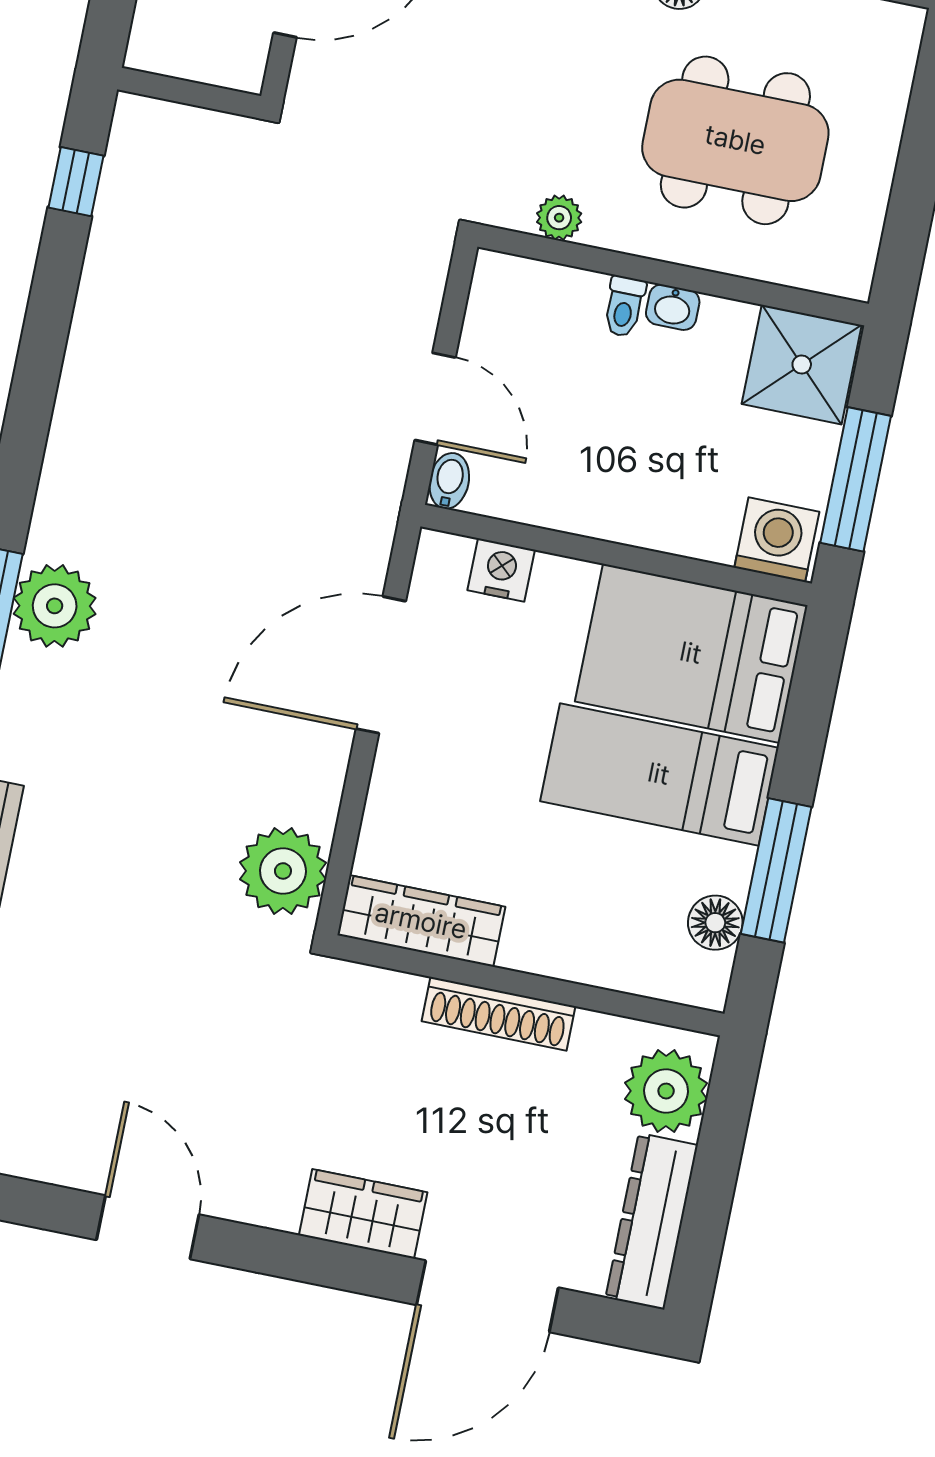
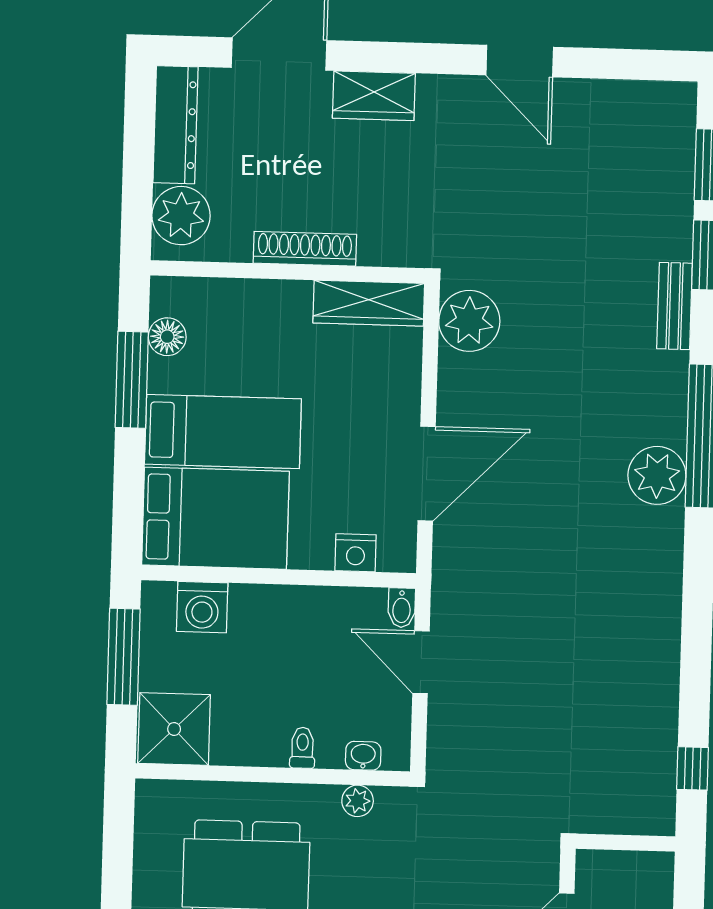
washbasin: (673, 307) -> (363, 756), moved
washing machine: (777, 540) -> (202, 607), moved

